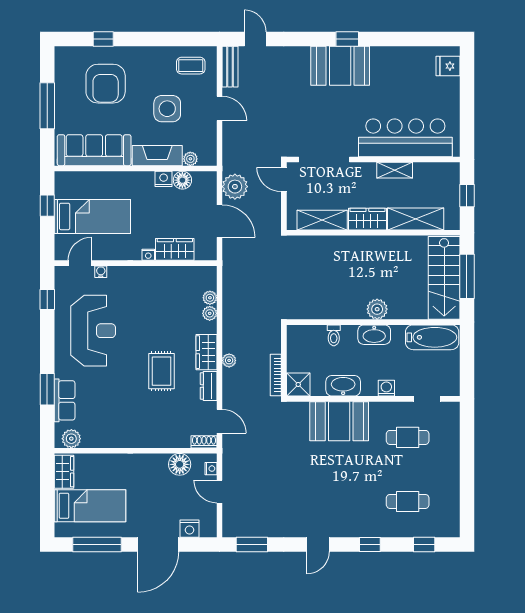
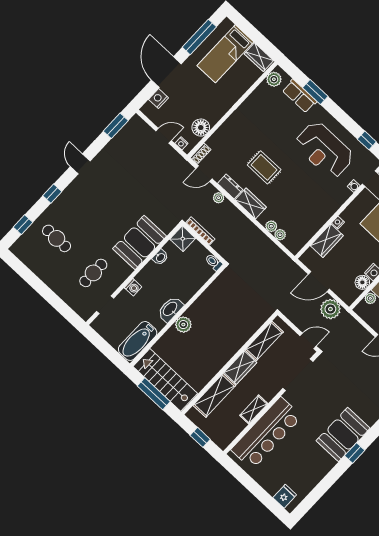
toilet: (334, 335) -> (214, 262), moved
plant: (229, 360) -> (219, 198), moved
washbasin: (343, 386) -> (160, 257), width x0.52, depth x0.69
cafe table: (408, 501) -> (57, 238), turned 90

